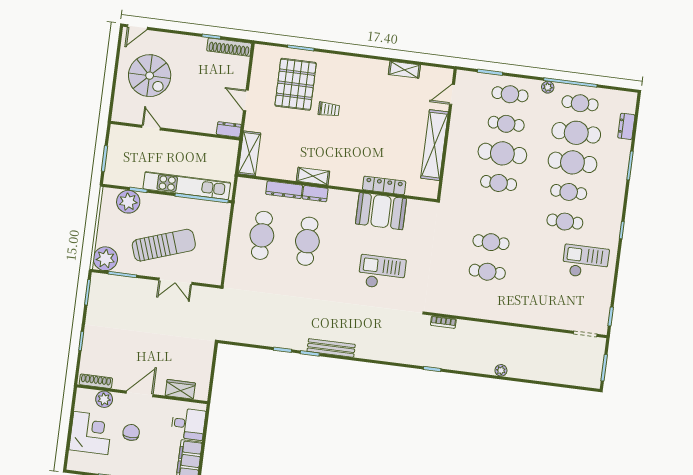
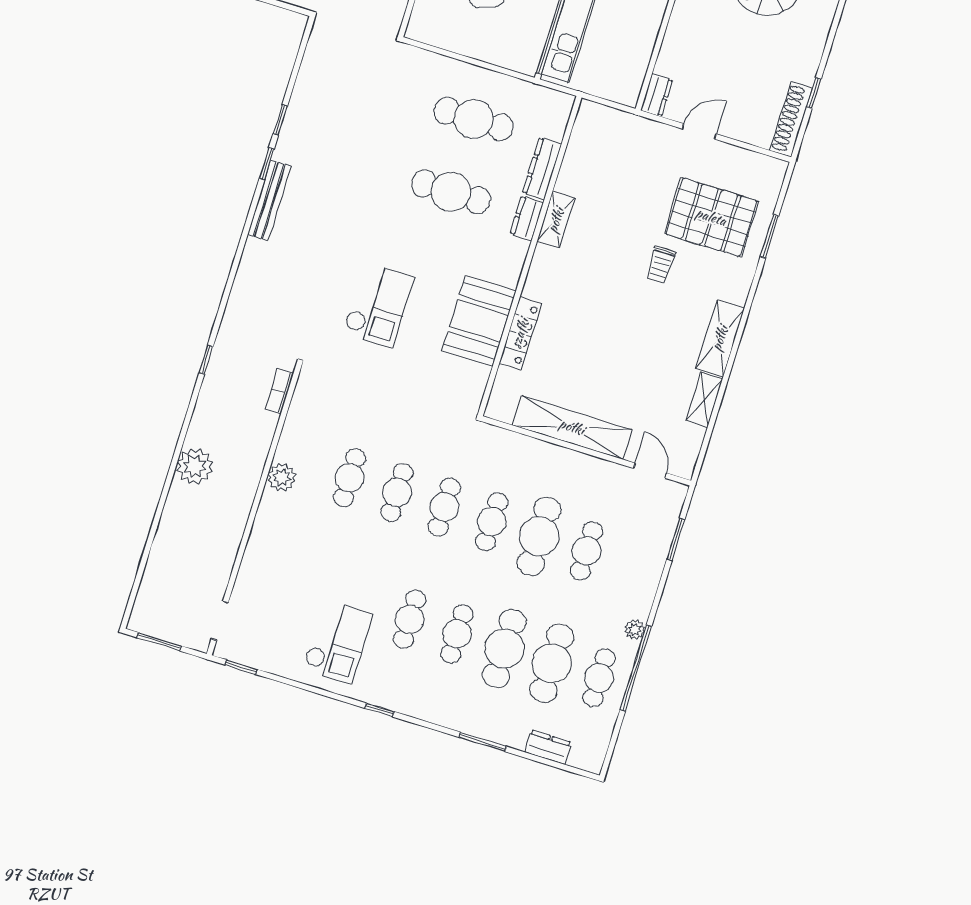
cafe table: (510, 94) -> (444, 507), moved
shelving: (249, 153) -> (720, 338), moved, turned 90
plant: (494, 312) -> (282, 477), added
plant: (501, 370) -> (195, 466), width x1.88, depth x1.88

